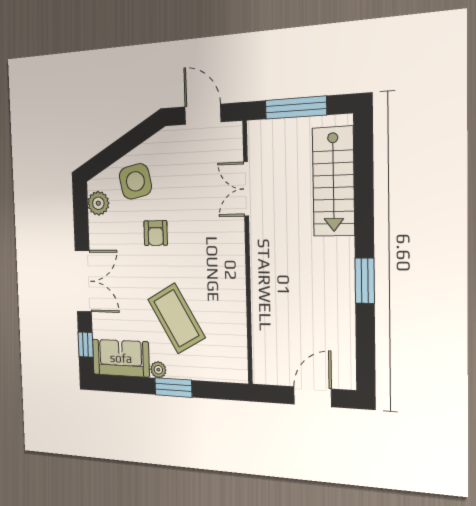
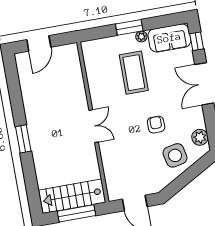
stairs: (333, 182) -> (72, 196), moved, turned -90
double door: (246, 189) -> (94, 126), moved
window: (365, 281) -> (23, 139), moved
coffee table: (176, 318) -> (134, 73), turned 30

